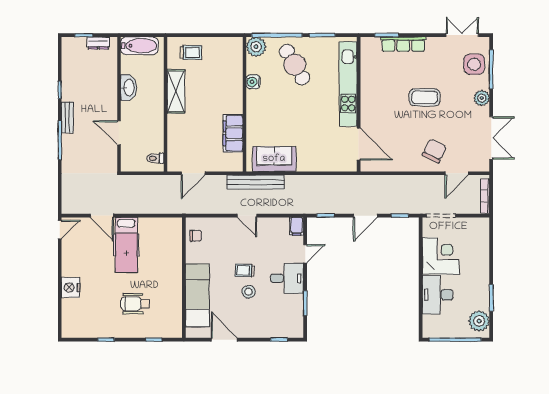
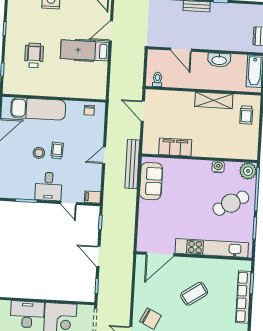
row of seats: (403, 44) -> (243, 297), width x1.36
coffee table: (425, 97) -> (194, 294), moved, turned 56
door: (119, 133) -> (181, 50), swing flipped

